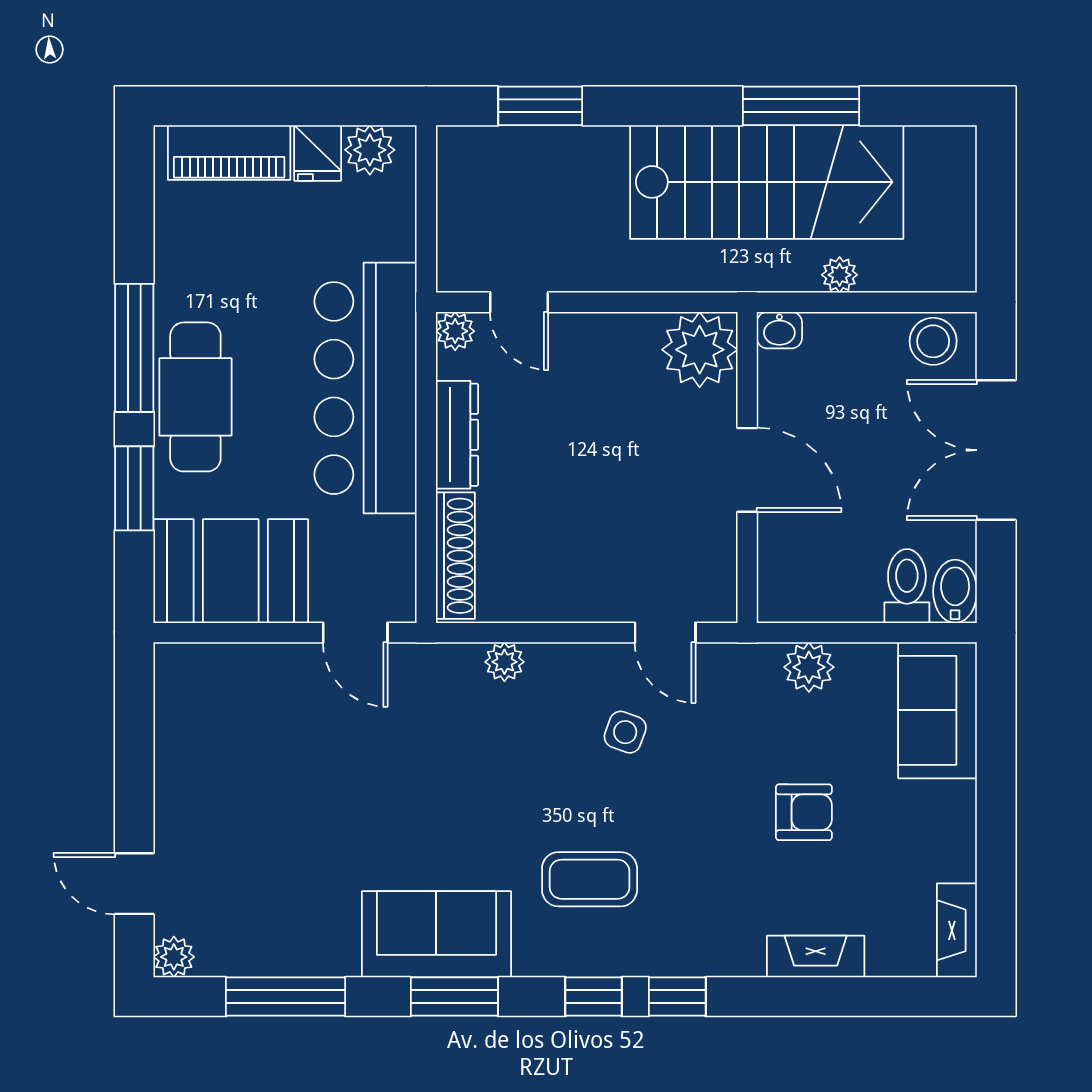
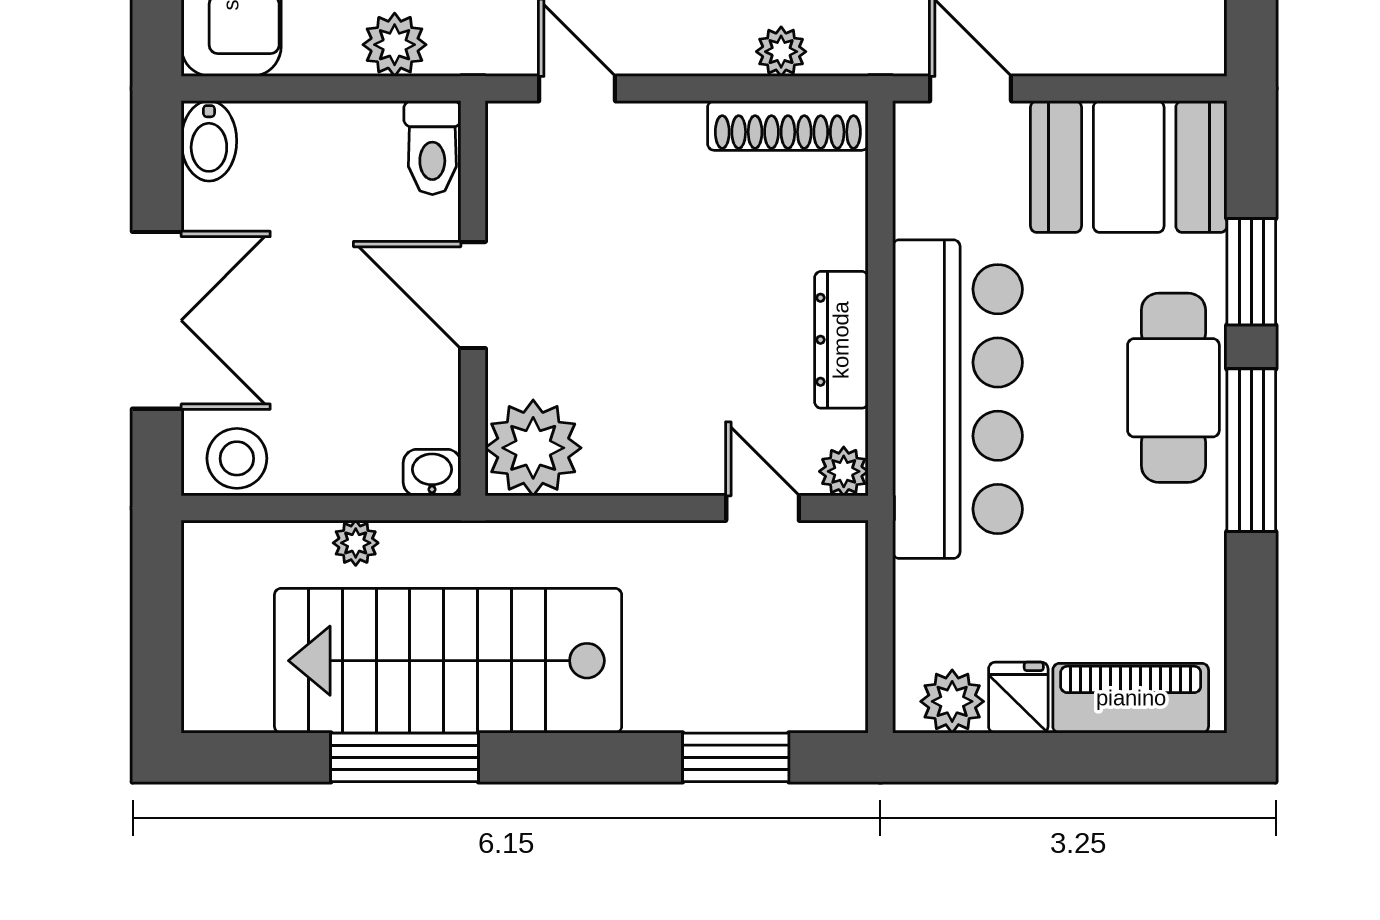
shoe rack: (455, 556) -> (788, 125), moved, turned -90
toilet: (907, 586) -> (432, 148), moved

